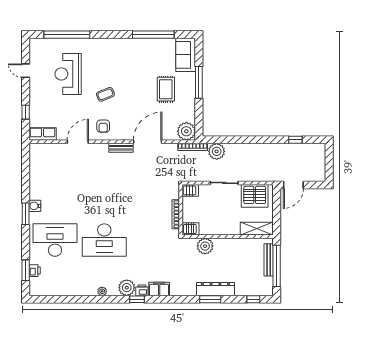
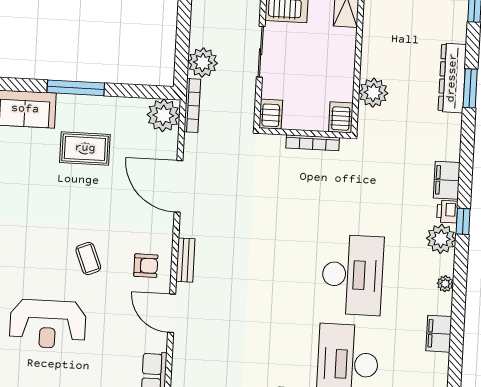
bench: (121, 148) -> (185, 260), moved
filing cabinet: (74, 289) -> (439, 334), added

